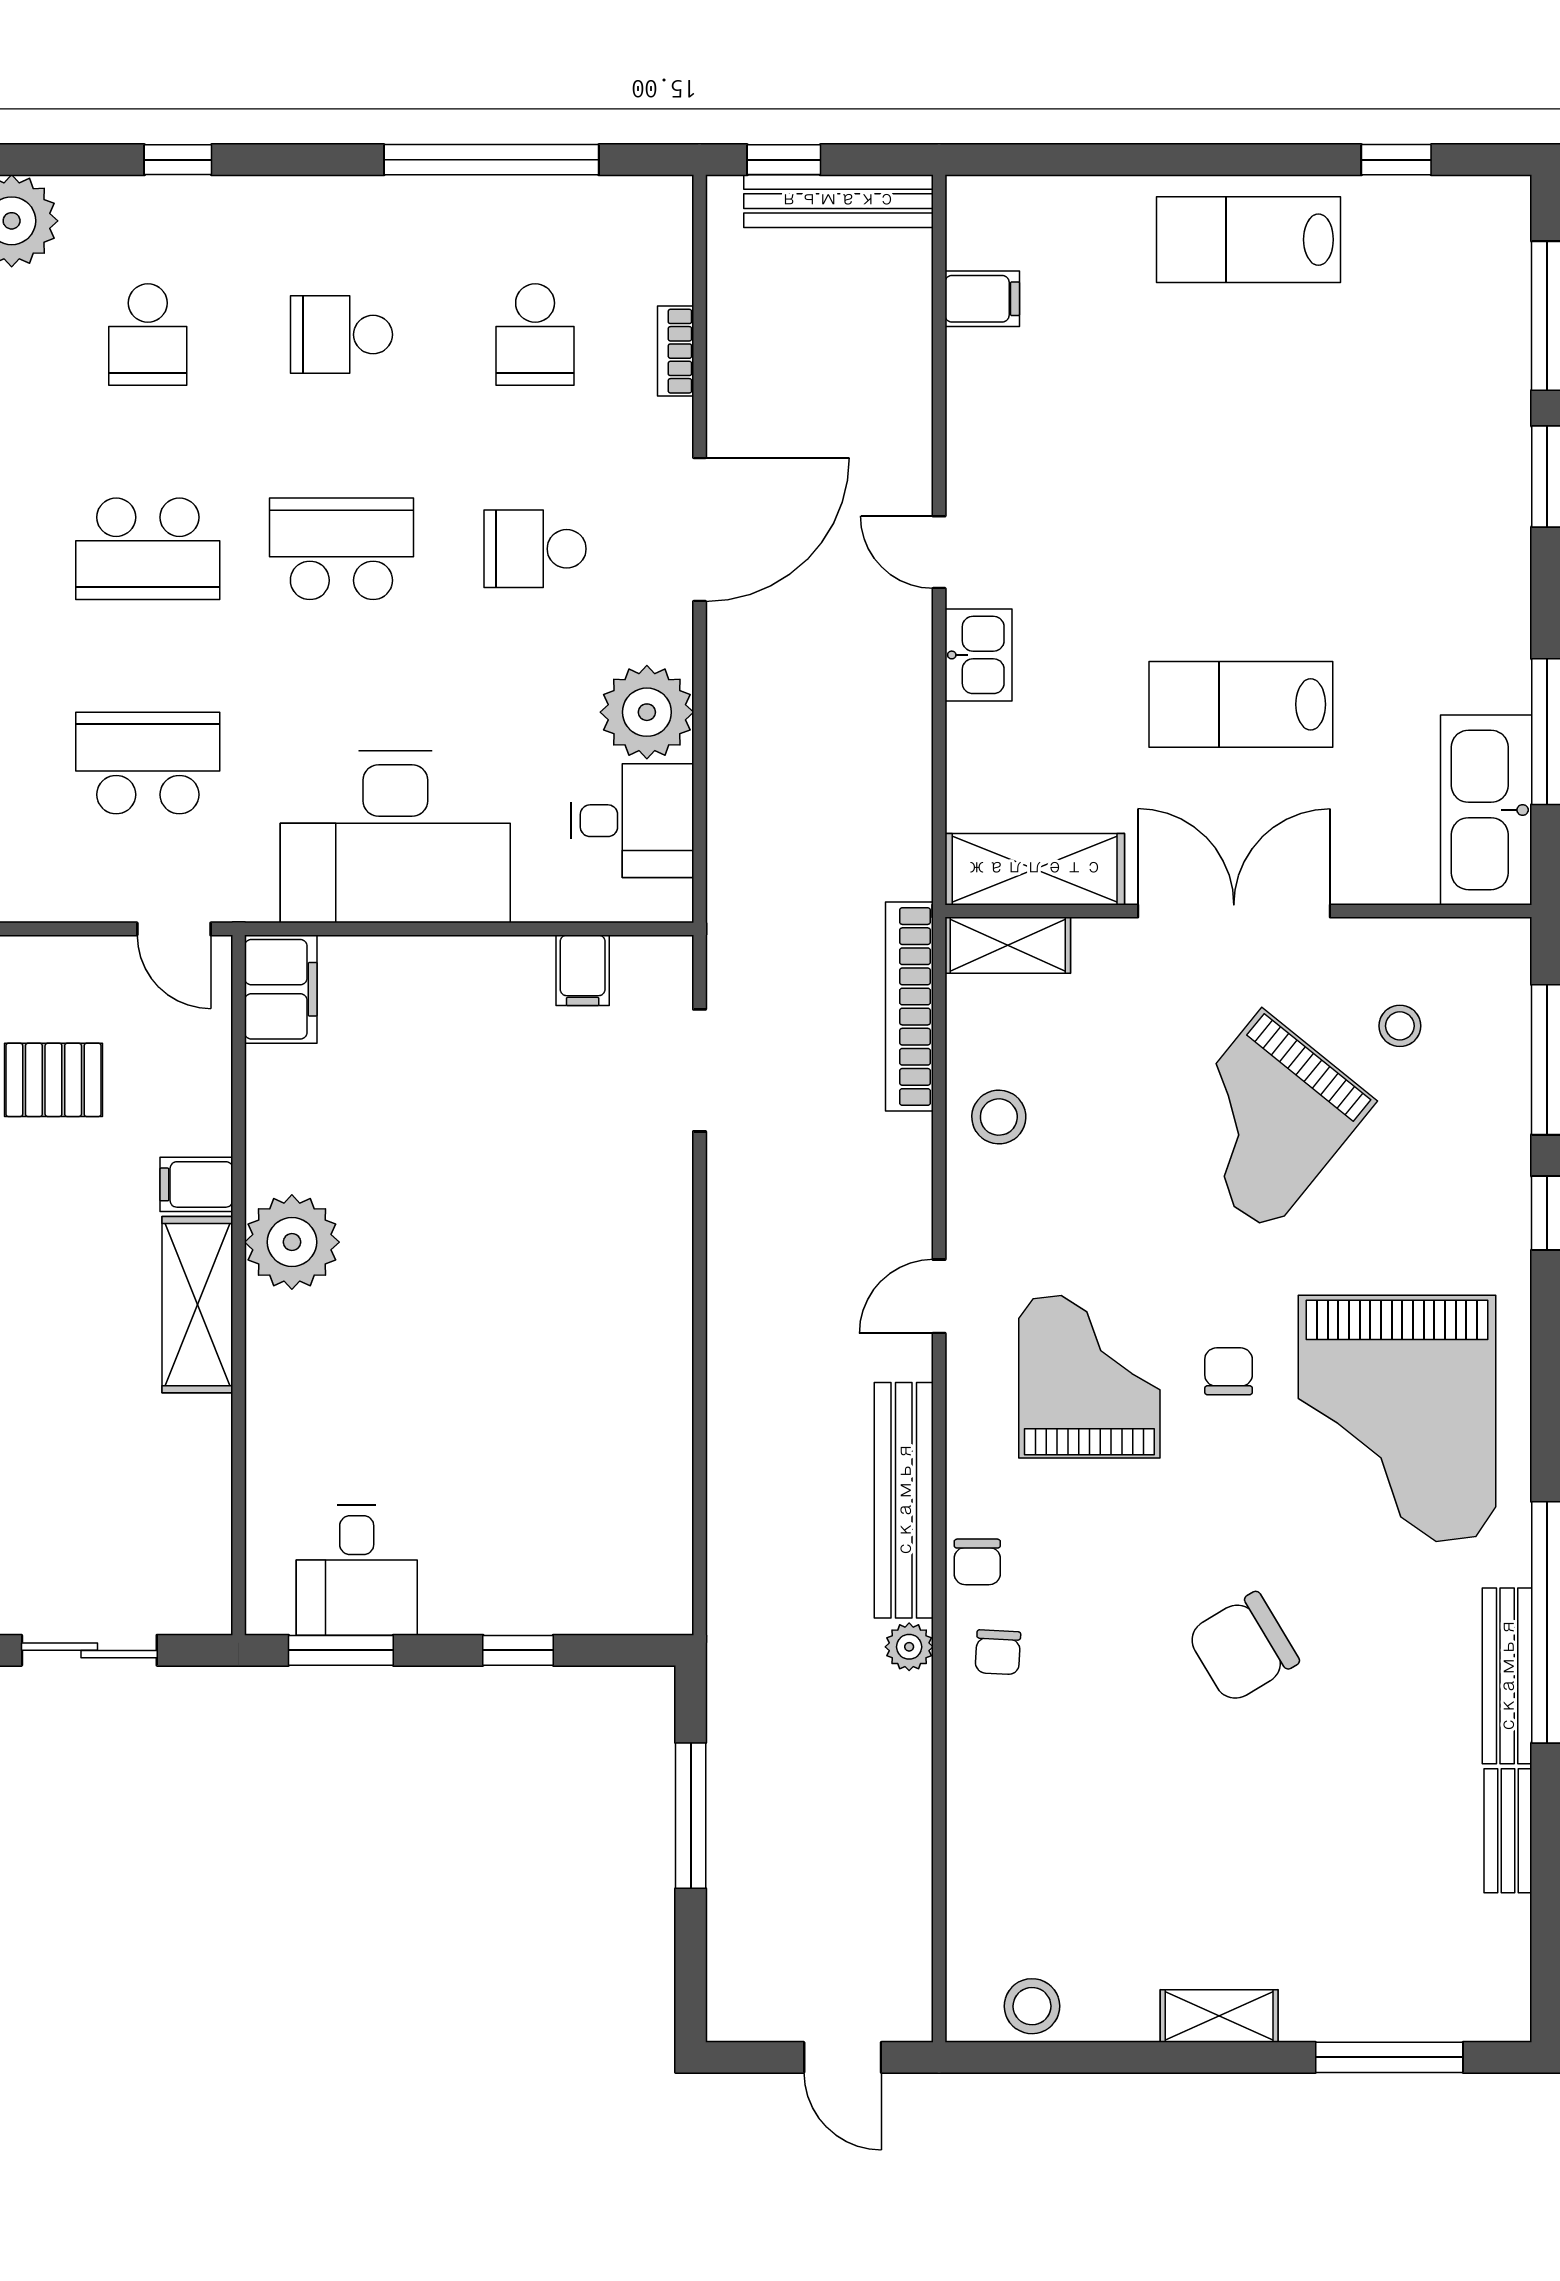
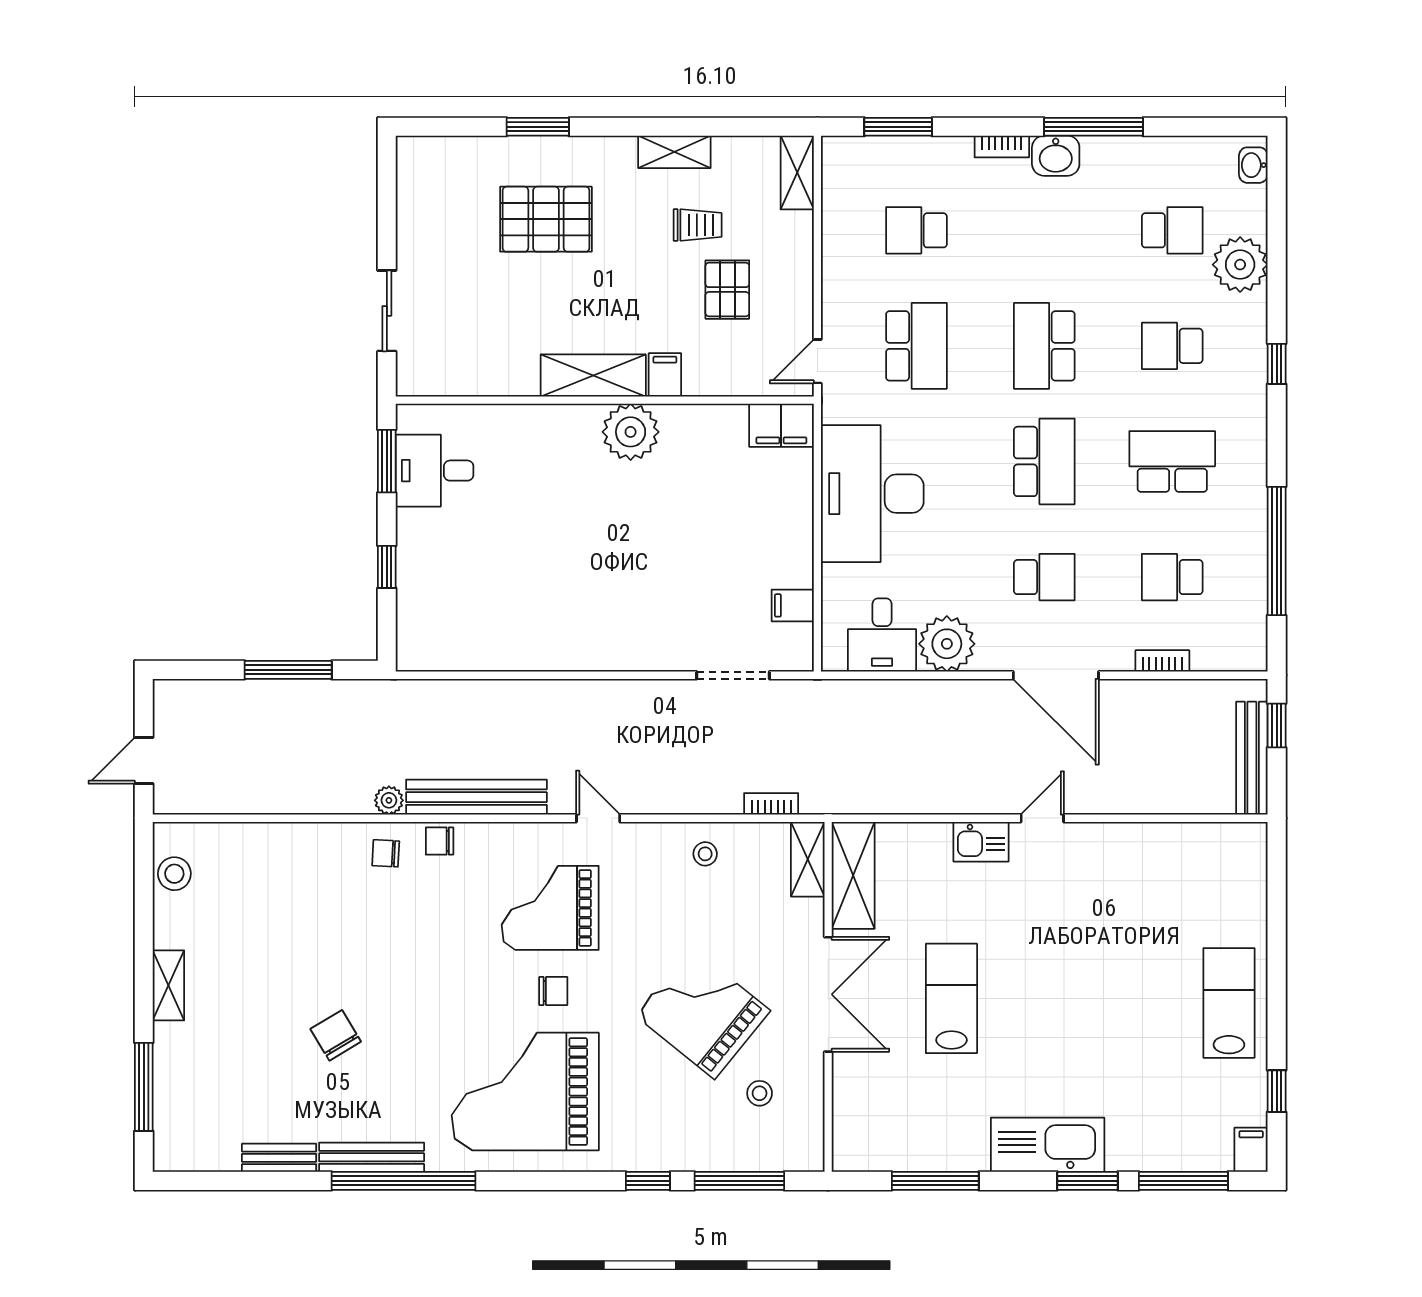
filing cabinet: (982, 299) -> (1251, 1150), moved, turned 180
school desk: (341, 335) -> (1172, 461), width x1.85
school desk: (535, 549) -> (1044, 577), turned 90
kitchen sink: (1486, 810) -> (1048, 1145), moved
bookcase: (909, 1007) -> (771, 804), width x0.43, depth x0.76
stool: (999, 1117) -> (705, 854), width x0.73, depth x0.73
grand piano: (1089, 1377) -> (550, 908), turned 180
chair: (1243, 1648) -> (336, 1035), moved, width x0.73, depth x0.73

